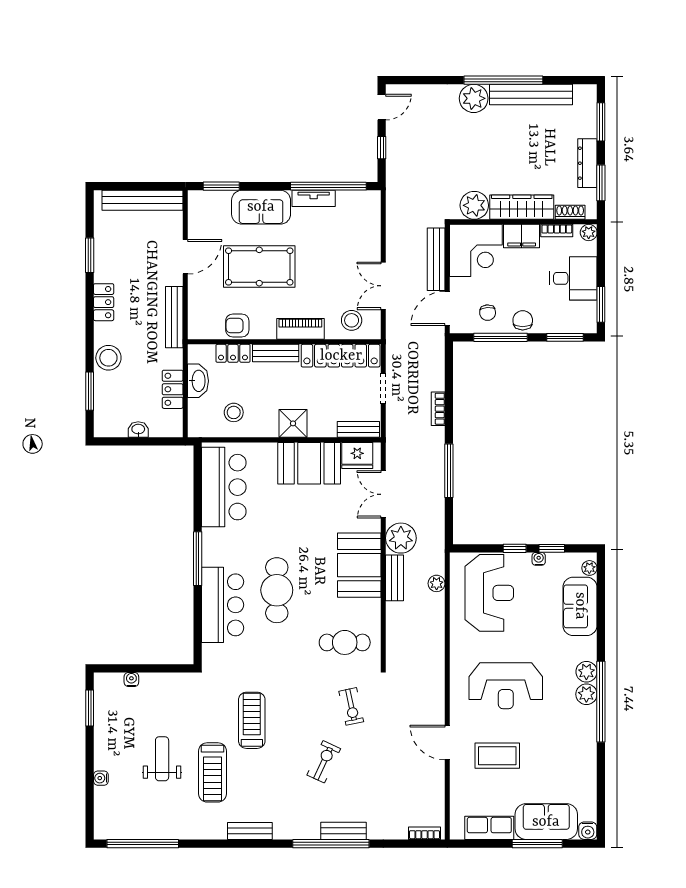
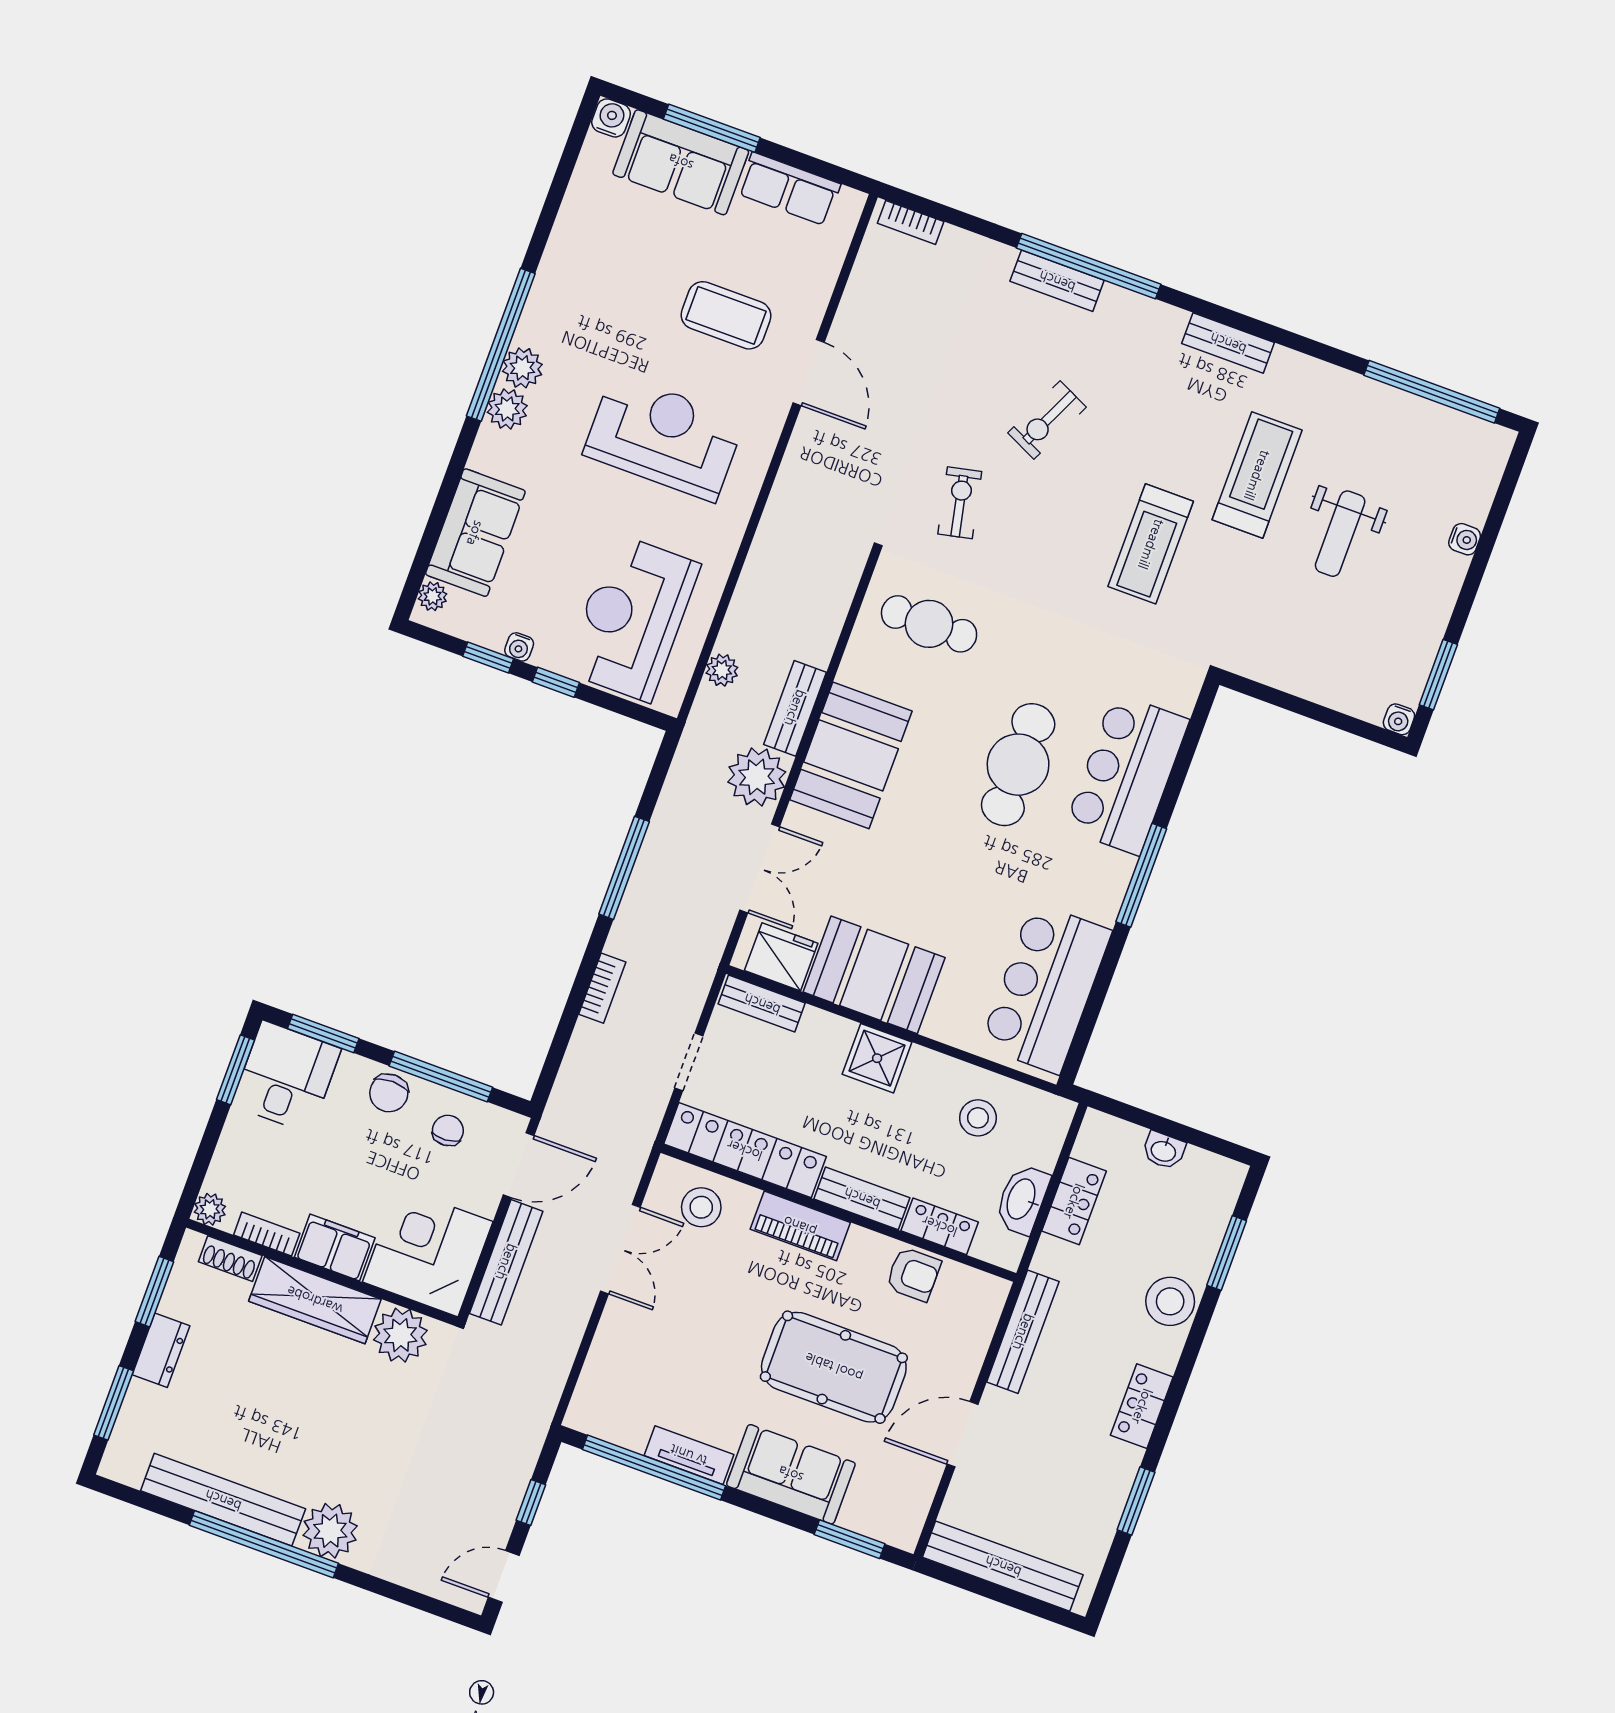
dresser: (587, 163) -> (161, 1350), width x0.70
desk: (573, 278) -> (286, 1077), moved, turned 90
water cooler: (131, 679) -> (1399, 719), moved

